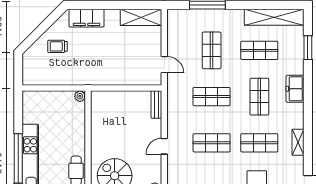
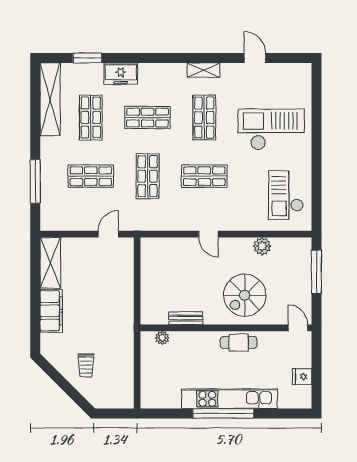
filing cabinet: (87, 18) -> (51, 311), moved
freezer: (295, 89) -> (121, 74), moved
plant: (80, 96) -> (162, 338), moved
bench: (156, 105) -> (186, 318), moved
shop shelf: (212, 143) -> (204, 176), turned 90

